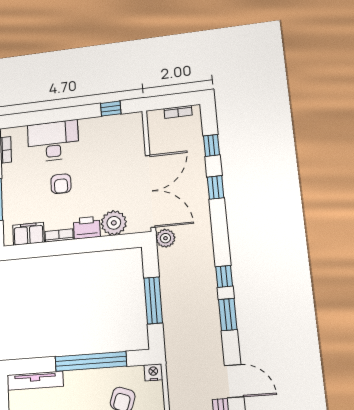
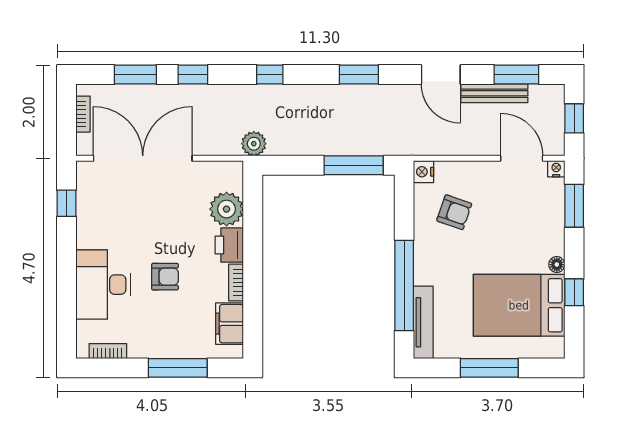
window: (212, 145) -> (135, 75), width x1.50
double door: (150, 191) -> (143, 158), moved
window: (224, 276) -> (270, 75), moved
window: (153, 300) -> (354, 165), moved
window: (91, 361) -> (404, 285), moved
door: (234, 381) -> (441, 75), swing flipped

